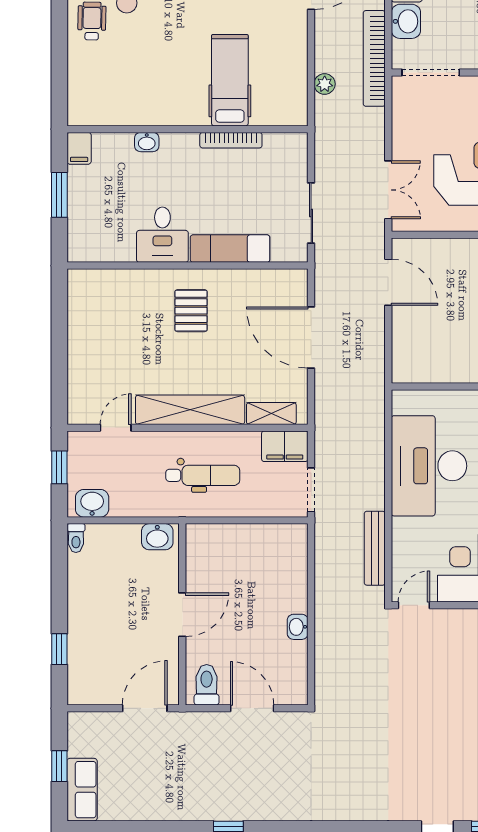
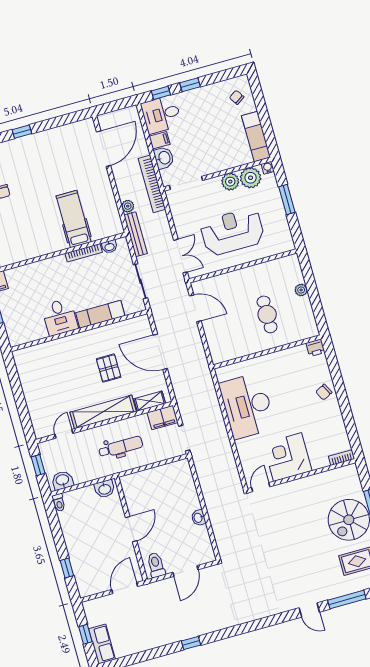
washbasin: (147, 142) -> (109, 247), moved
pallet: (191, 311) -> (109, 368), moved
bench: (375, 548) -> (136, 234), moved
door: (252, 708) -> (185, 571), swing flipped

